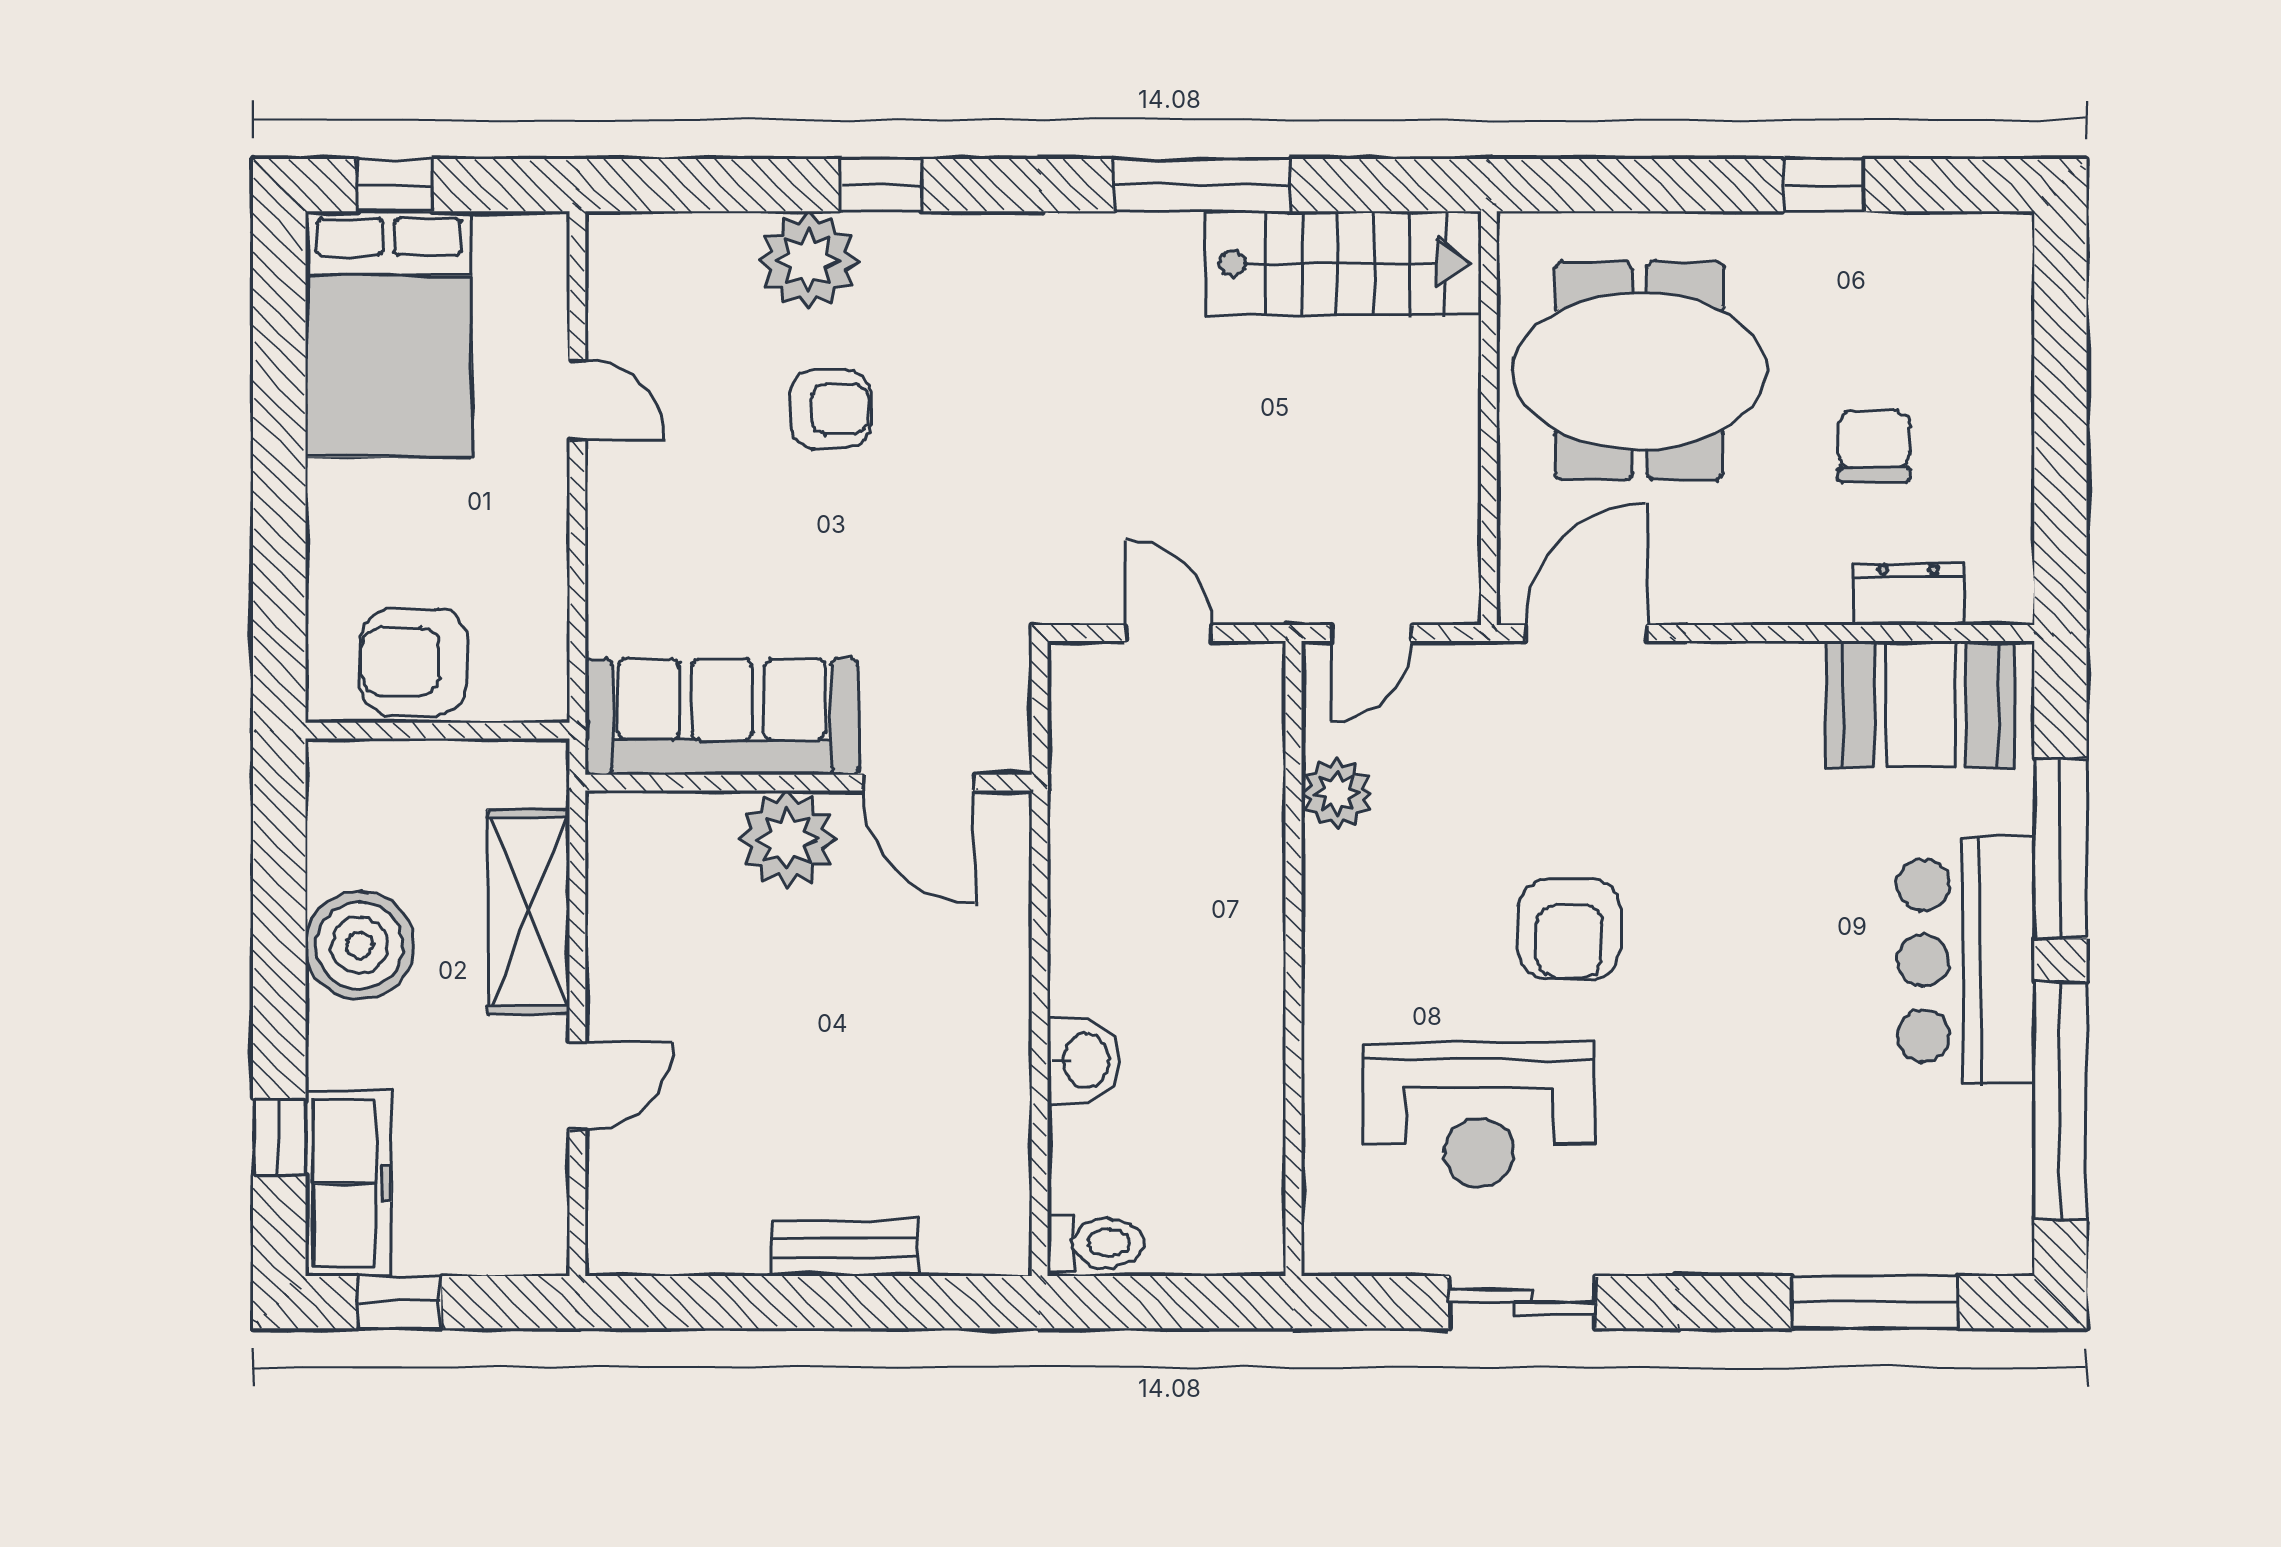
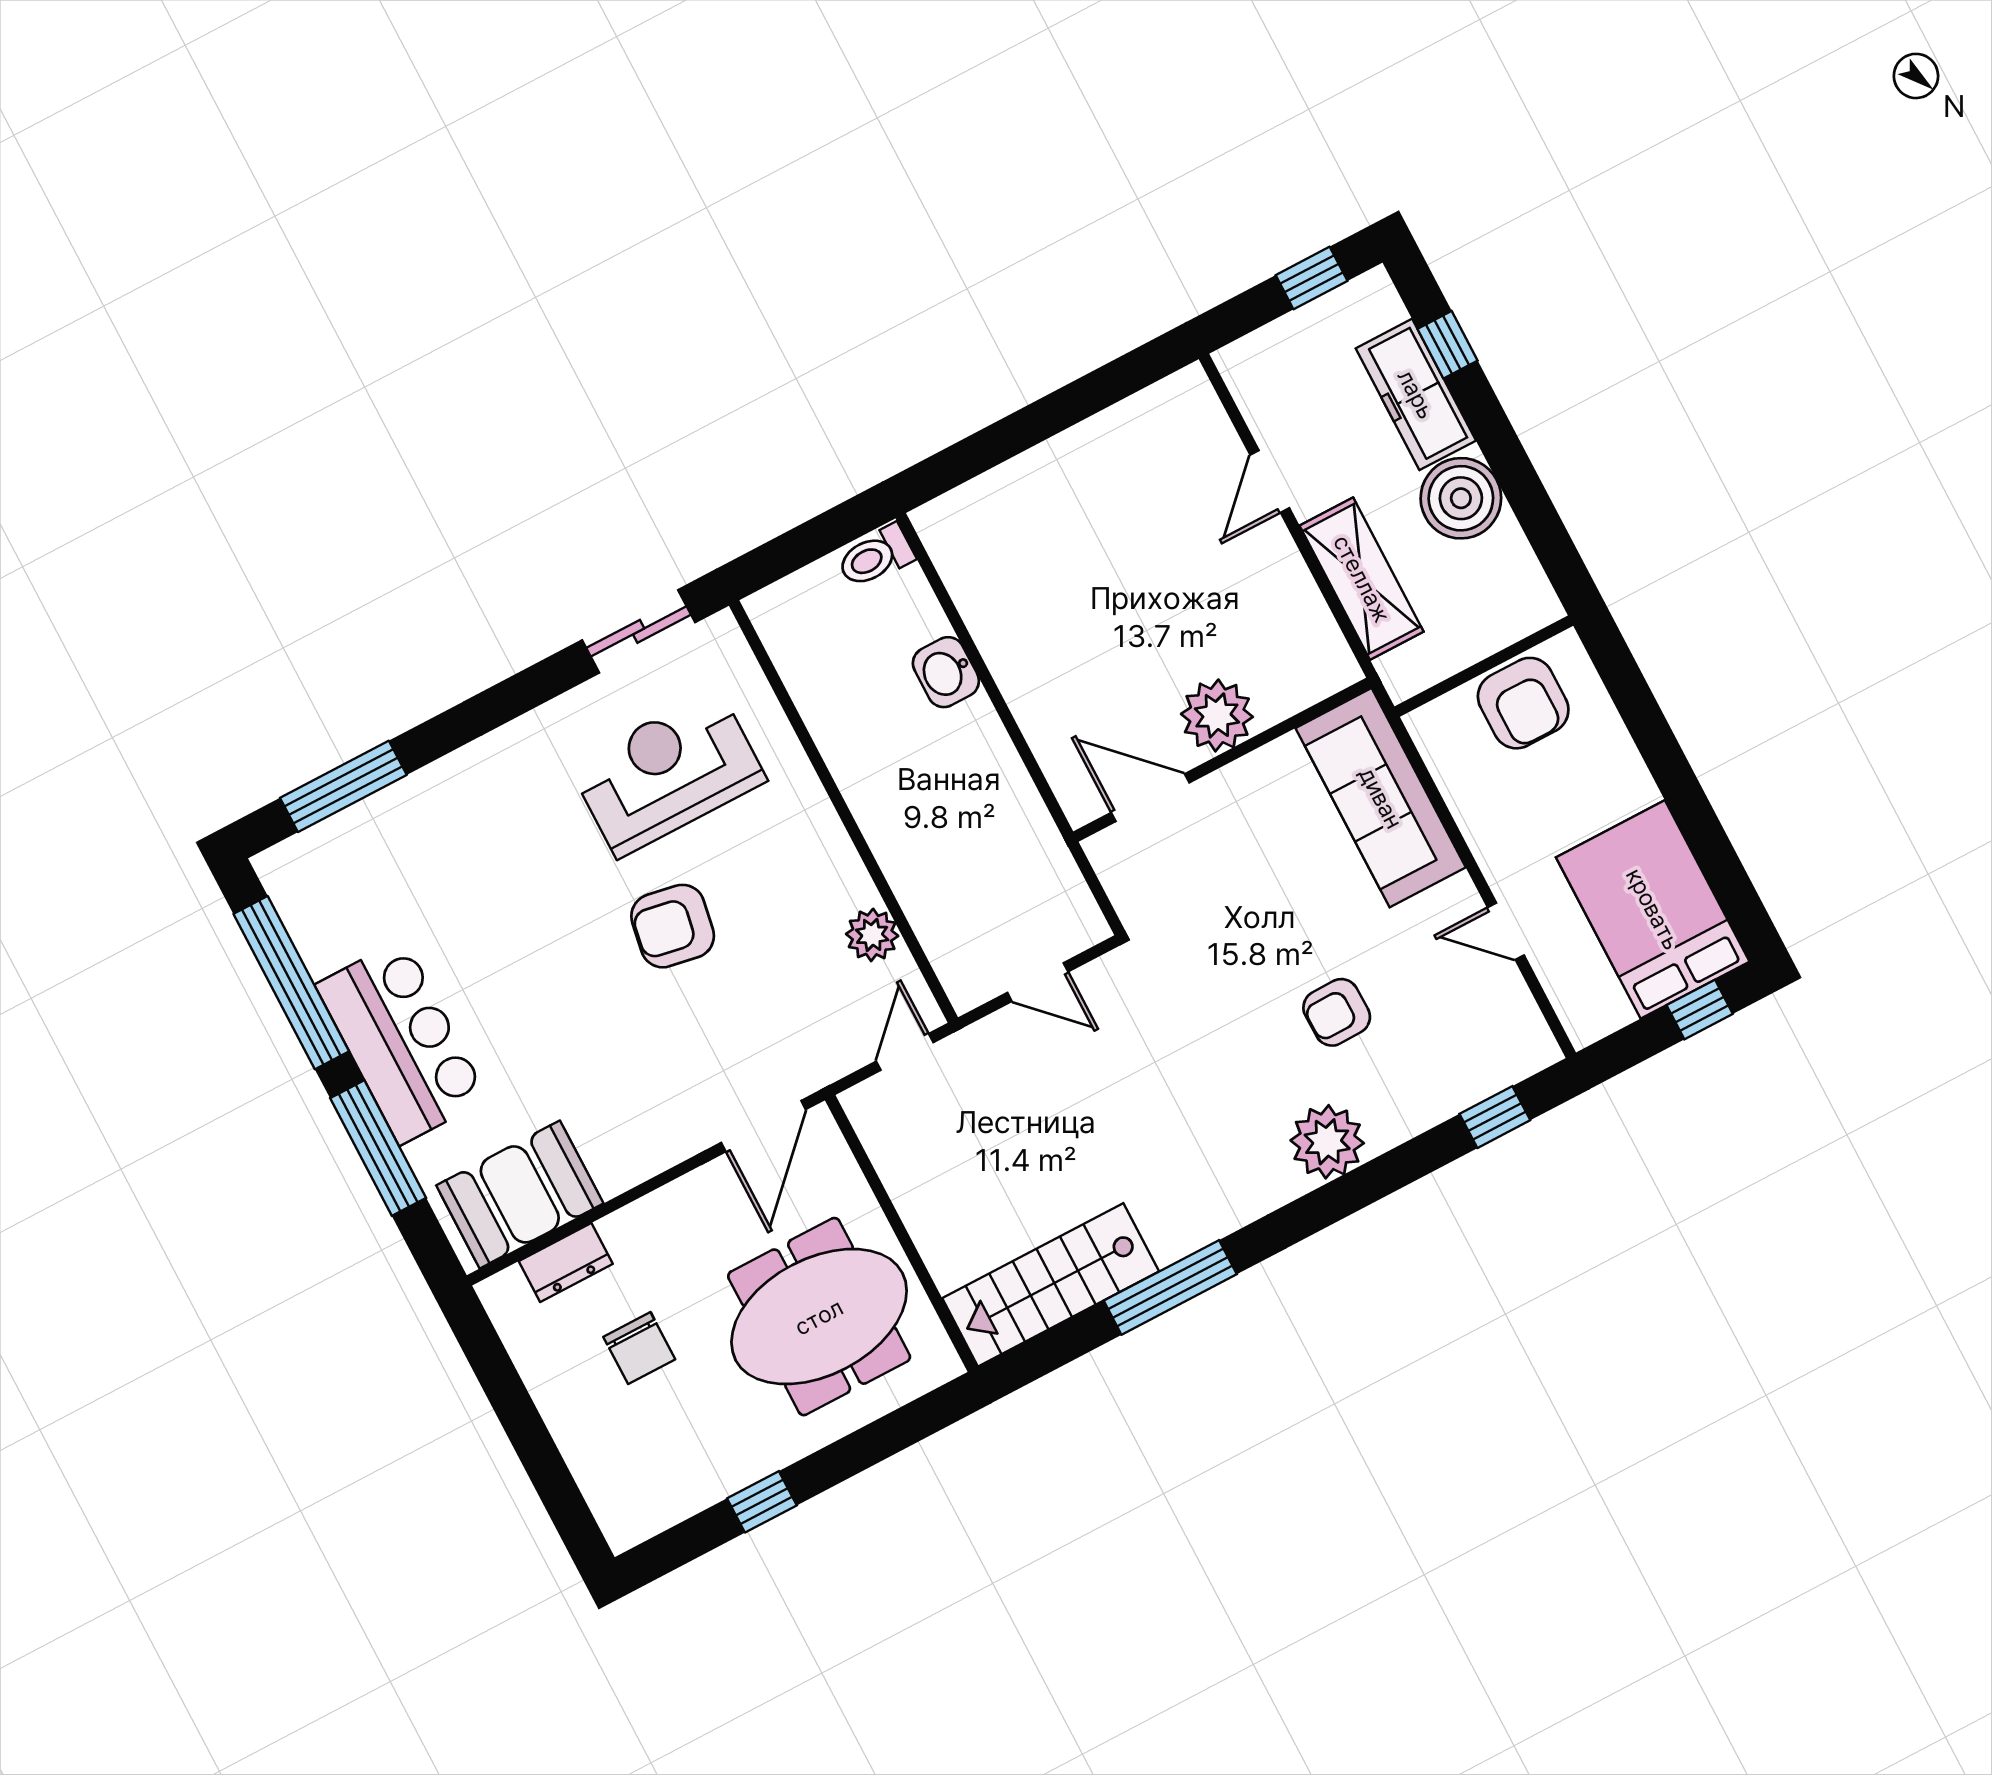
window: (881, 185) -> (1495, 1117), moved
plant: (808, 261) -> (1327, 1142), moved
armchair: (414, 662) -> (1523, 703), turned 90
sofa: (722, 717) -> (1381, 798), moved, turned 90
armchair: (1569, 929) -> (673, 926), turned -80
freezer: (348, 1183) -> (1416, 394), moved
bench: (845, 1248) -> (1038, 467), removed
sliding door: (1522, 1302) -> (639, 631), moved

